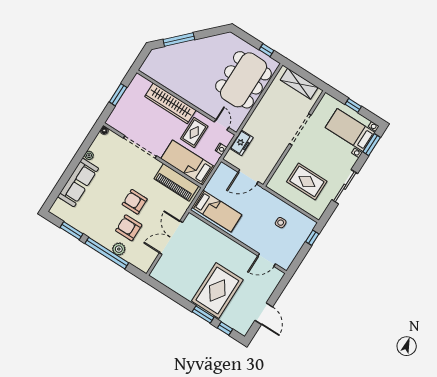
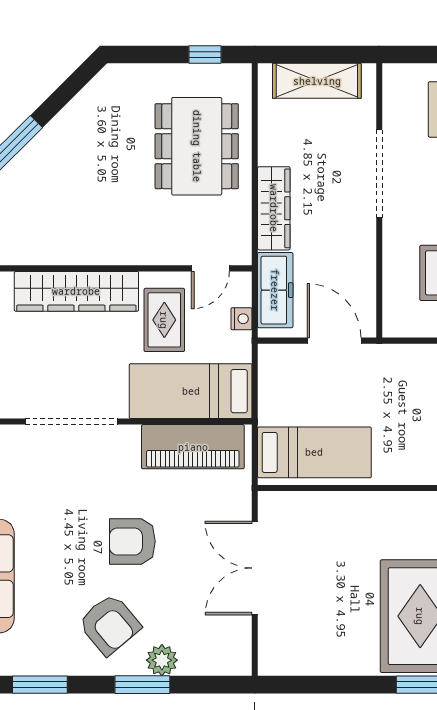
dining table: (243, 80) -> (197, 146), width x0.73, depth x0.80
wardrobe: (256, 118) -> (274, 208), added
door: (221, 125) -> (210, 268), swing flipped
freezer: (241, 143) -> (275, 290), width x1.40
door: (248, 177) -> (334, 341), swing flipped
armchair: (129, 228) -> (109, 624), moved, turned -130
window: (107, 253) -> (142, 685), width x0.47

